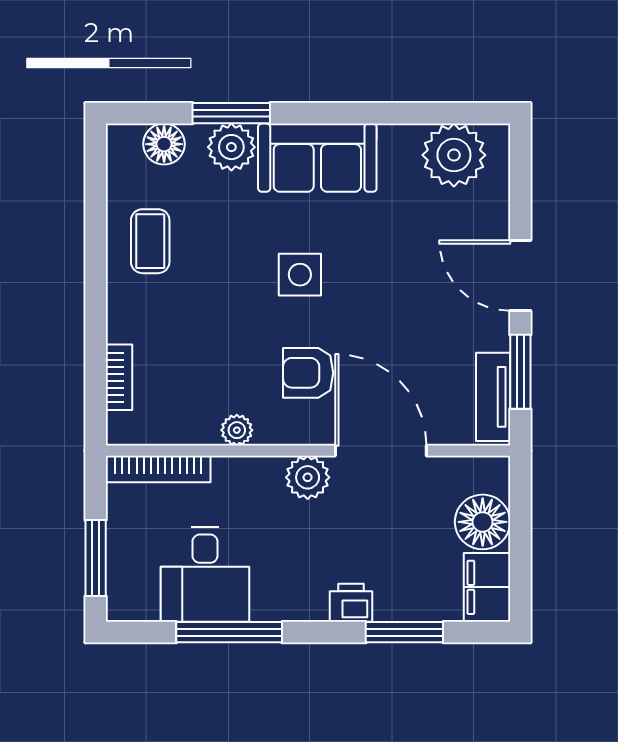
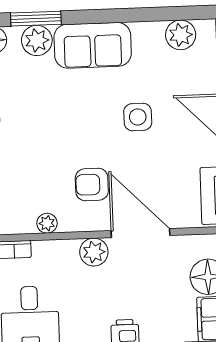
plant: (454, 155) -> (181, 35), width x0.73, depth x0.73
side table: (300, 275) -> (138, 117), moved

